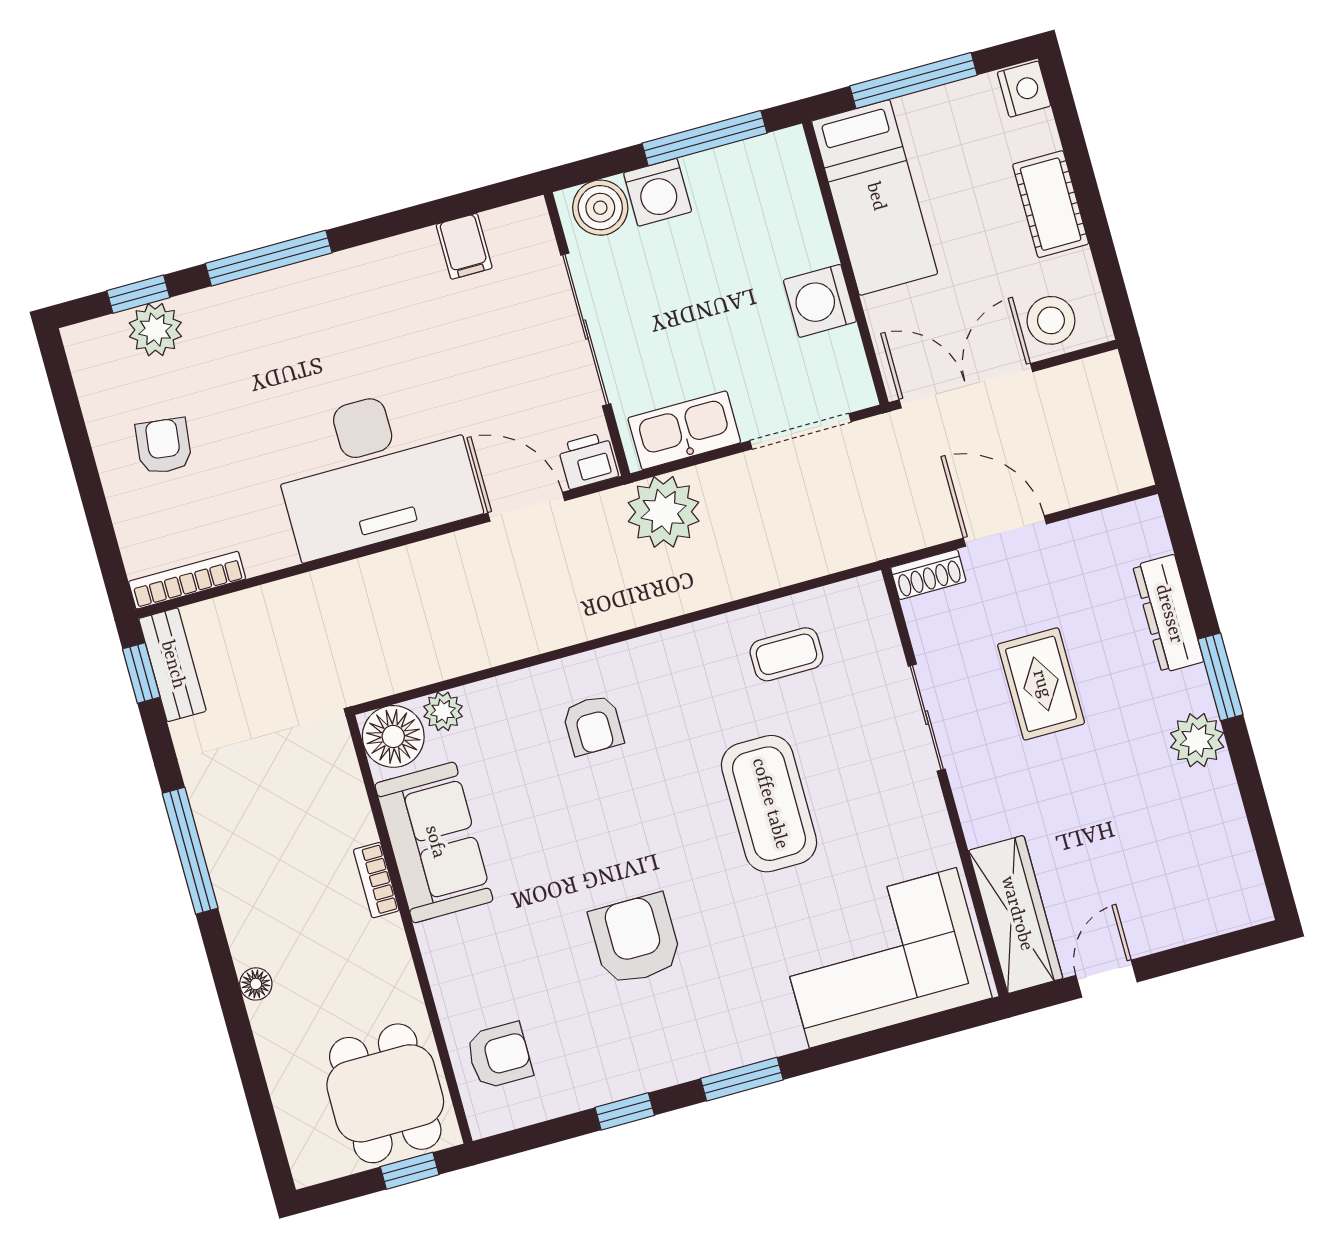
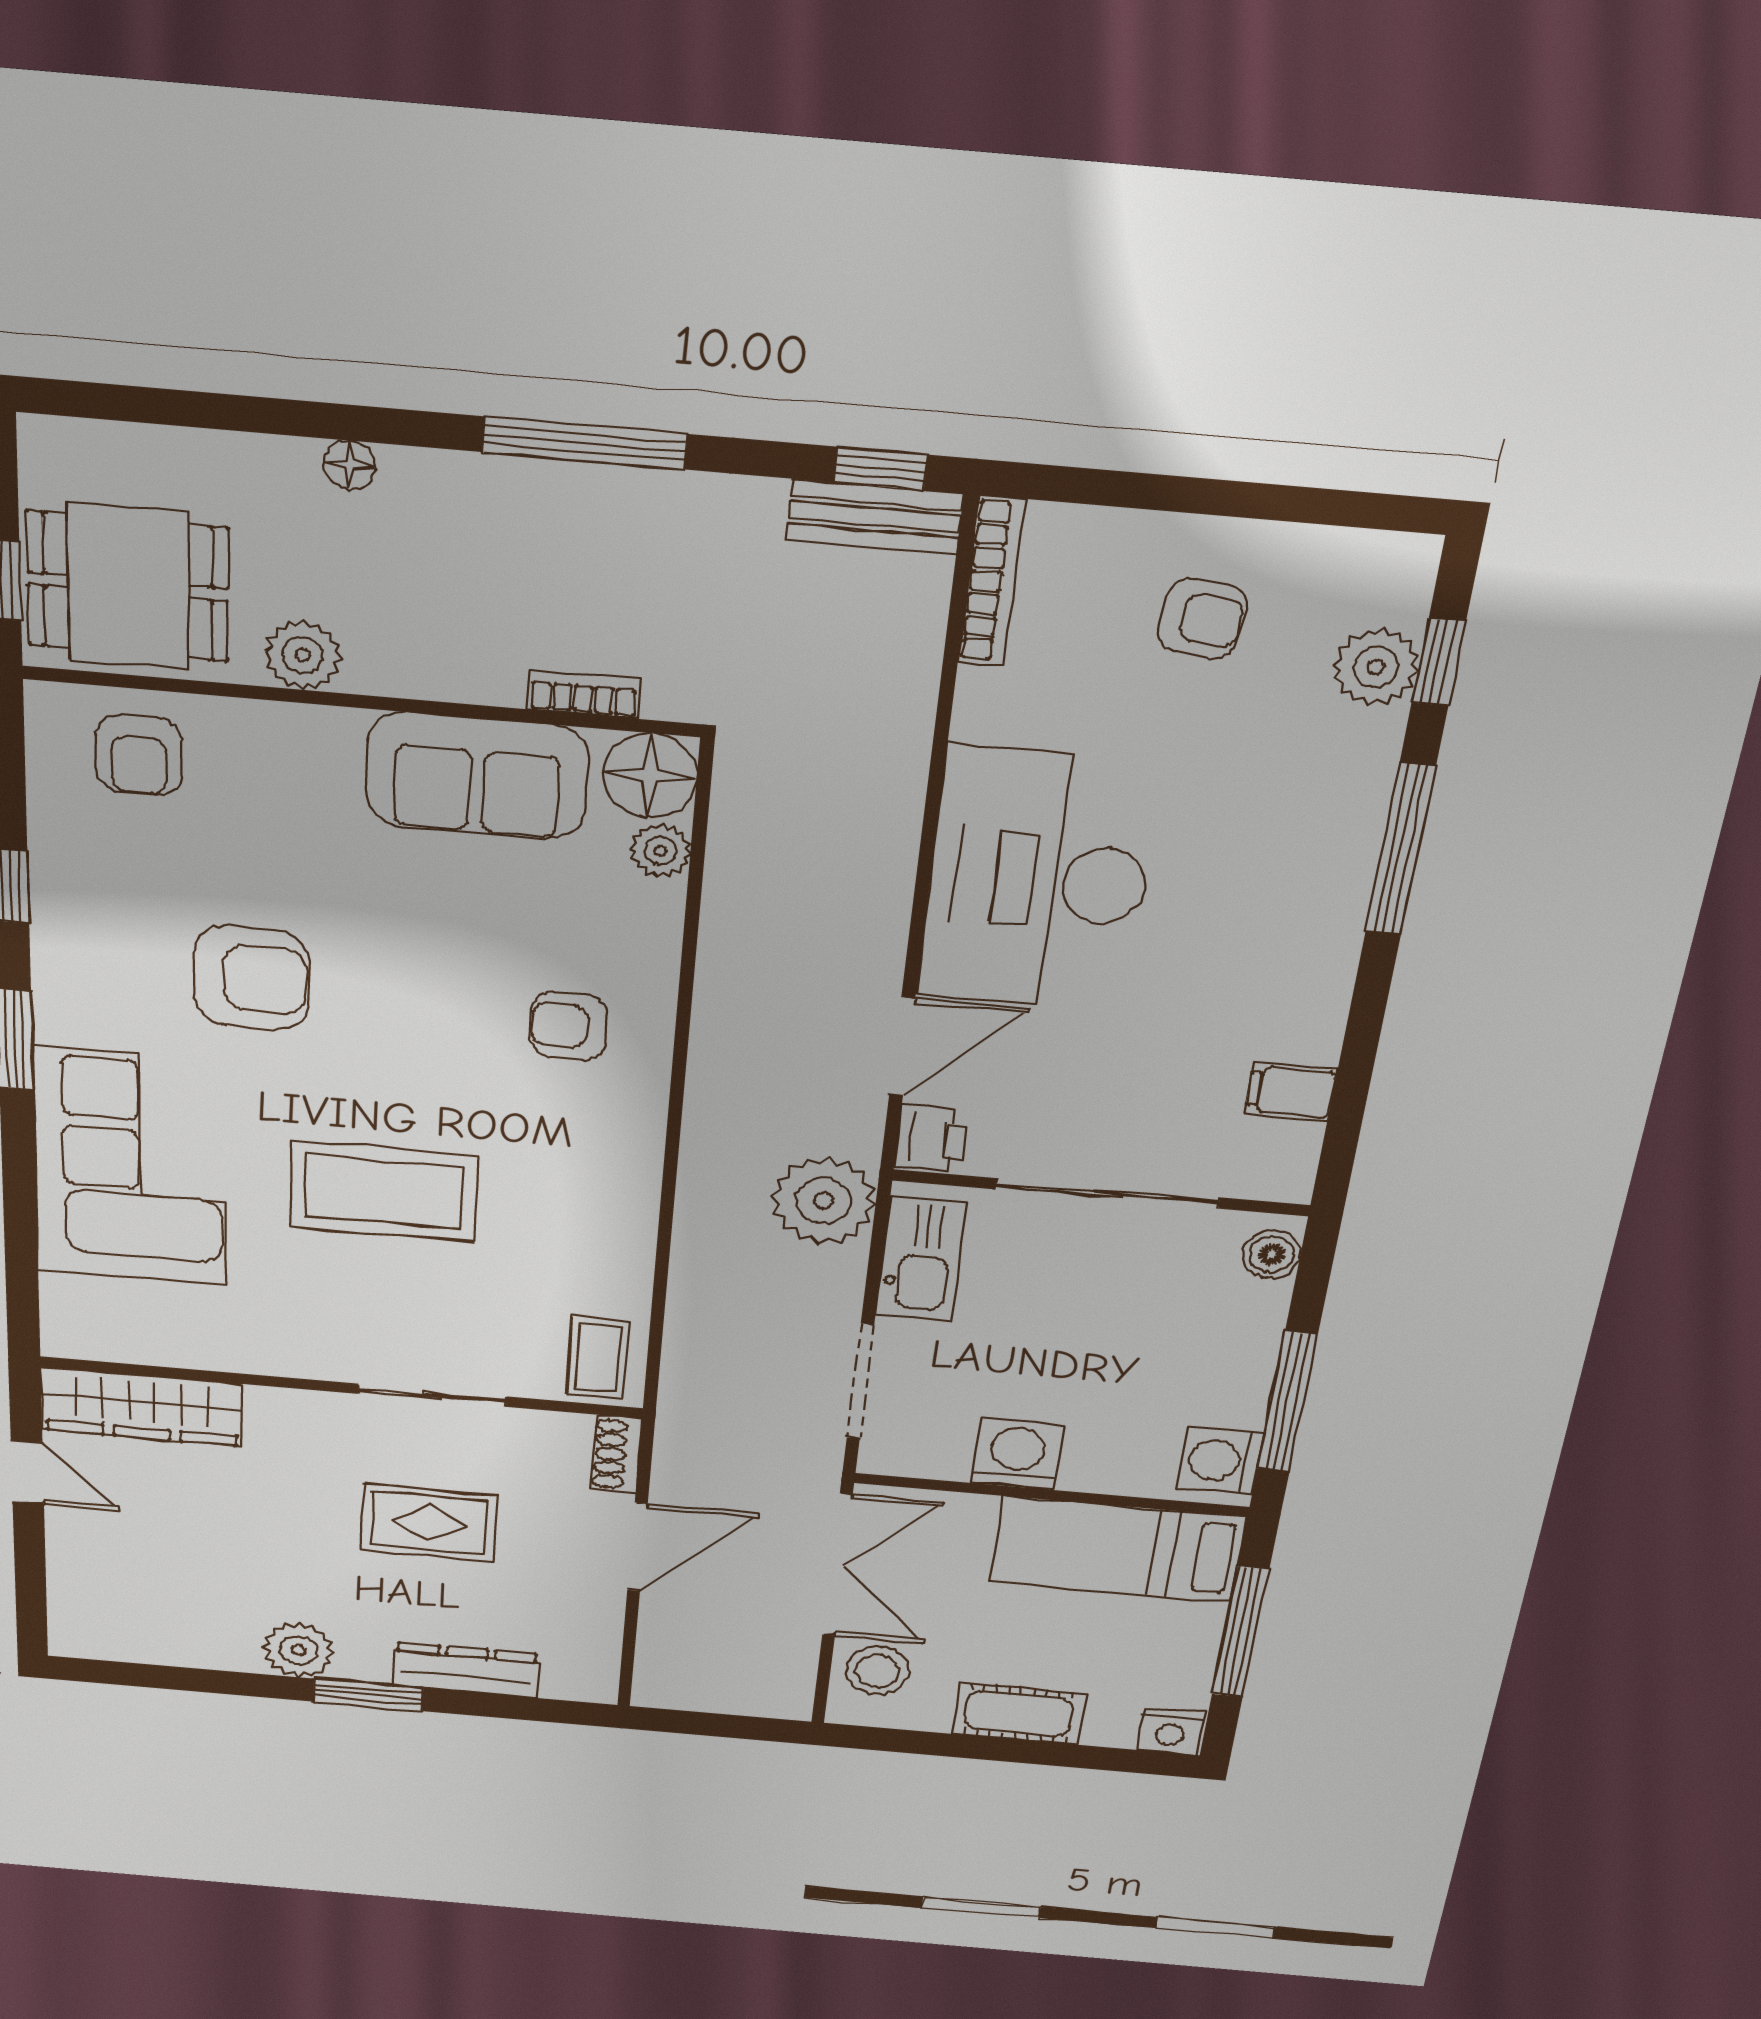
washing machine: (658, 192) -> (1220, 1461), moved
boiler: (600, 208) -> (1271, 1254), width x0.73, depth x0.73
coffee table: (786, 654) -> (598, 1358), moved
bookcase: (376, 880) -> (583, 694), moved
corner sofa: (883, 958) -> (131, 1167), moved
plant: (391, 975) -> (303, 655), added

